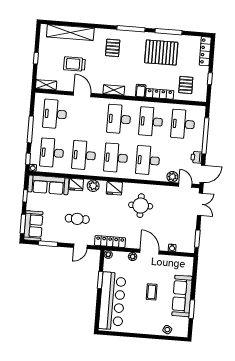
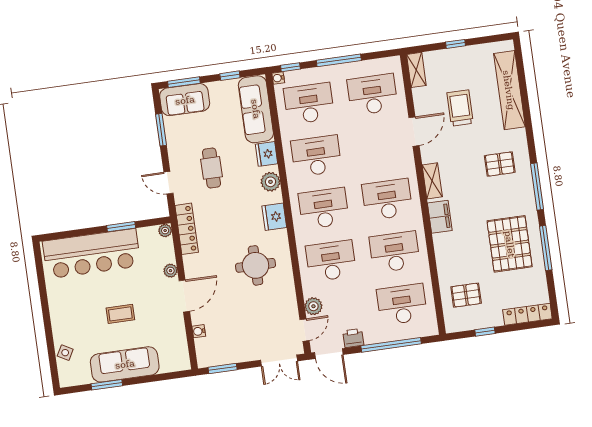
filing cabinet: (141, 91) -> (440, 217), width x2.00
locker: (160, 94) -> (442, 256), removed

